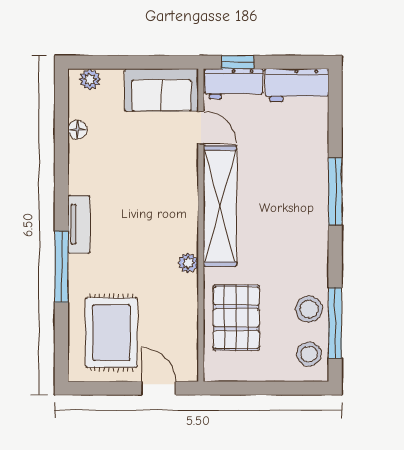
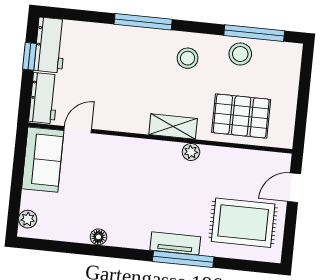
window: (238, 62) -> (30, 56), moved
floor lamp: (77, 130) -> (98, 237), moved
shelving: (220, 206) -> (173, 127), width x0.45, depth x0.75
tv unit: (79, 224) -> (175, 243), moved
stool: (309, 354) -> (188, 58), moved

